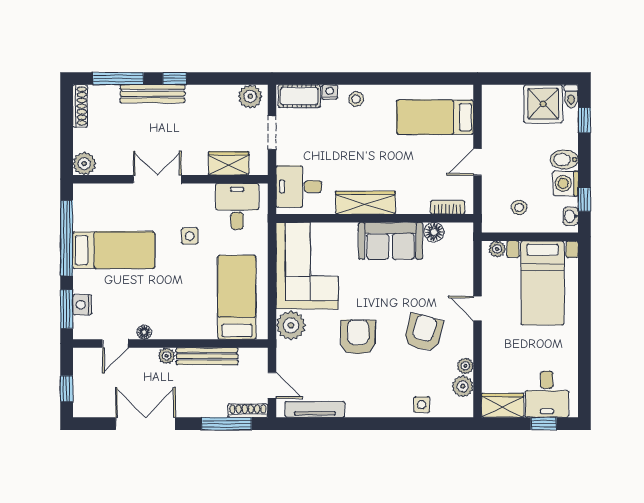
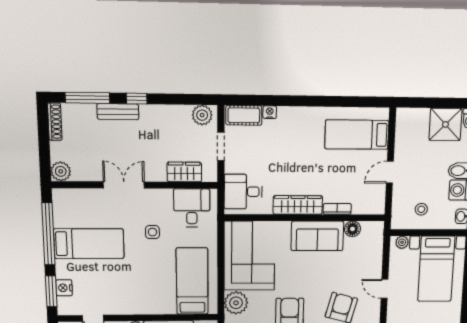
bench: (153, 94) -> (118, 112), width x0.73
stool: (356, 99) -> (292, 118), removed
bookcase: (448, 207) -> (337, 209), moved
floor lamp: (144, 332) -> (117, 309), removed

